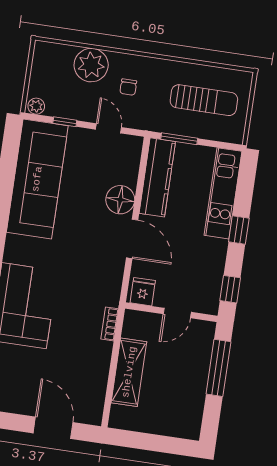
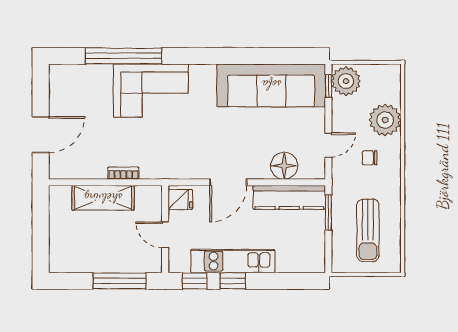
plant: (36, 106) -> (346, 81), width x1.87, depth x1.87
window: (65, 122) -> (328, 86), moved
kitchen unit: (223, 193) -> (233, 261), moved
floor lamp: (120, 200) -> (284, 166), moved
window: (239, 230) -> (233, 281), moved
bookcase: (110, 324) -> (123, 173), moved

